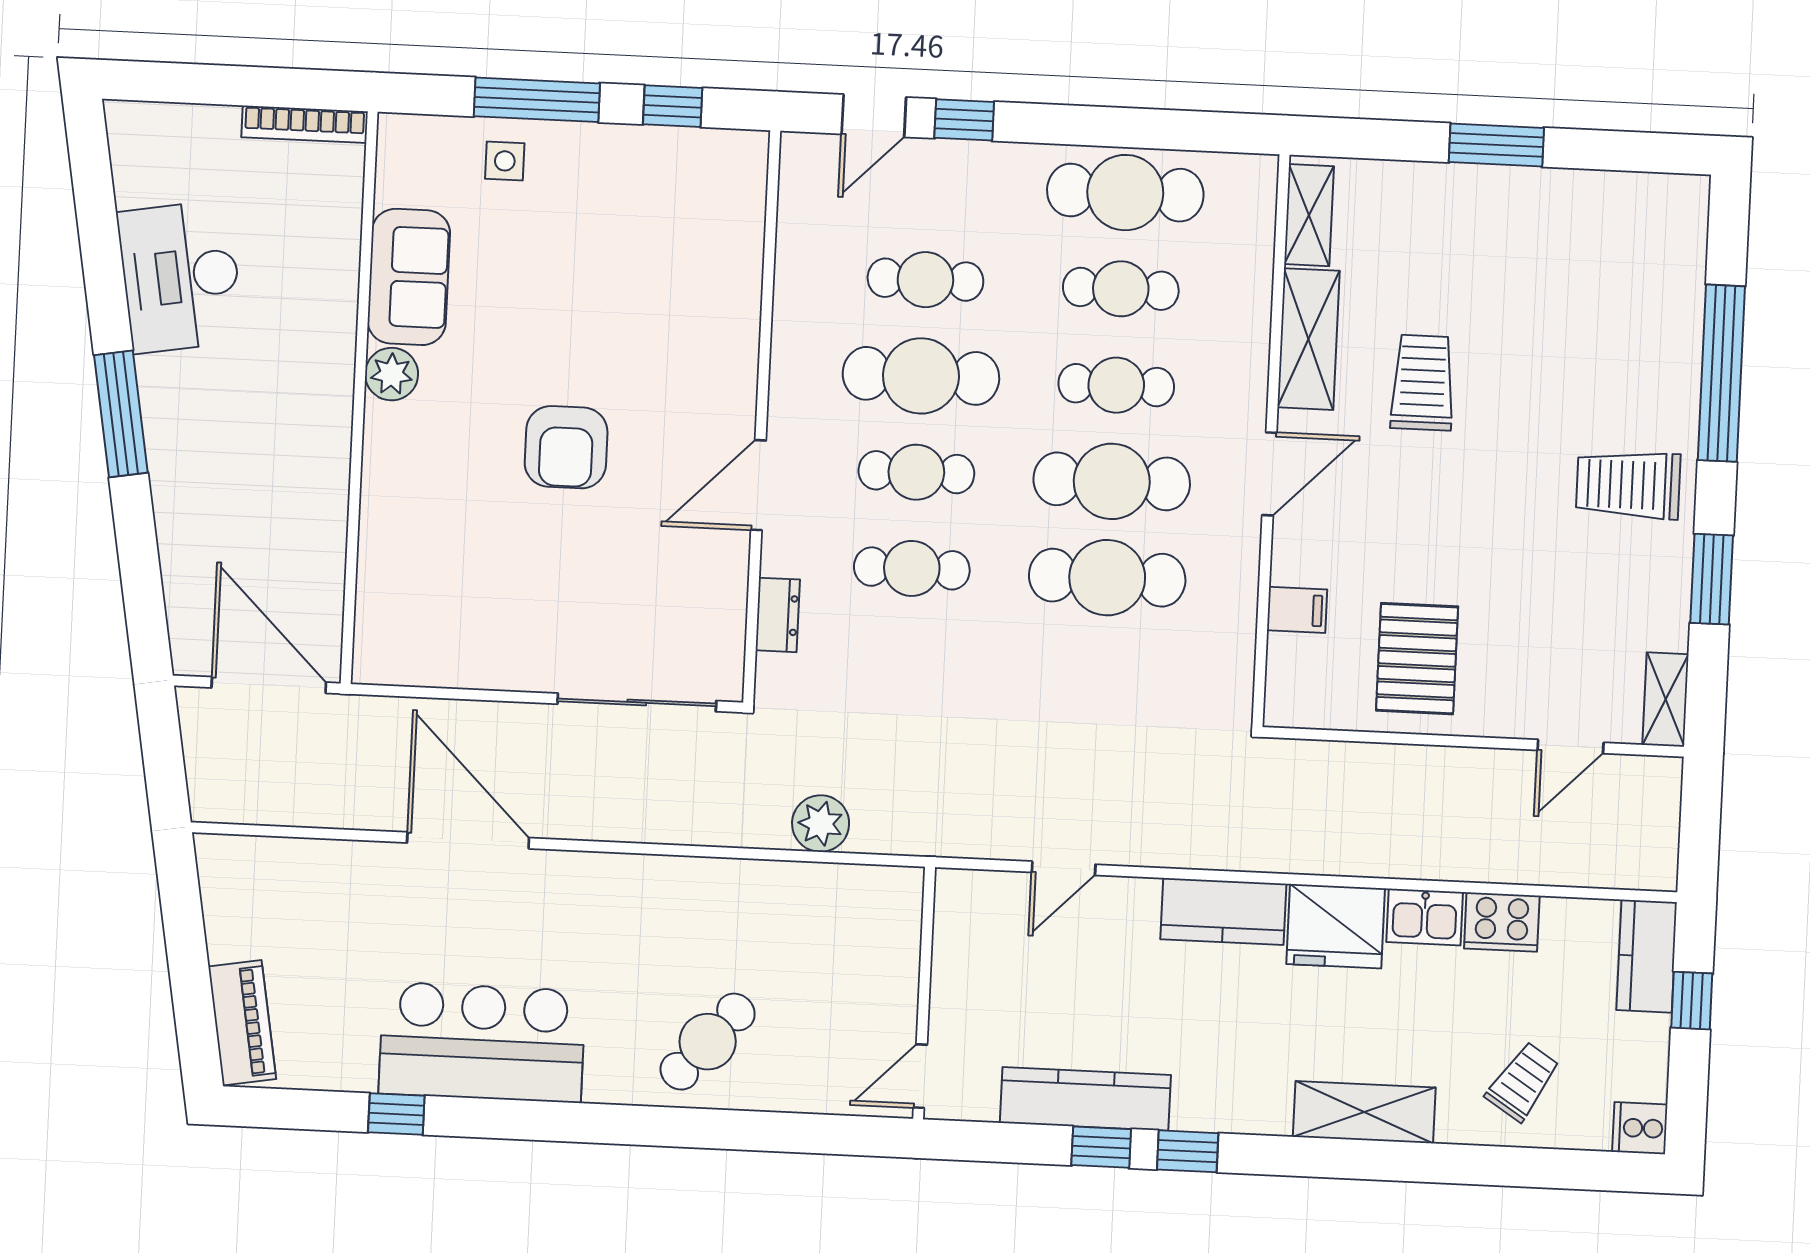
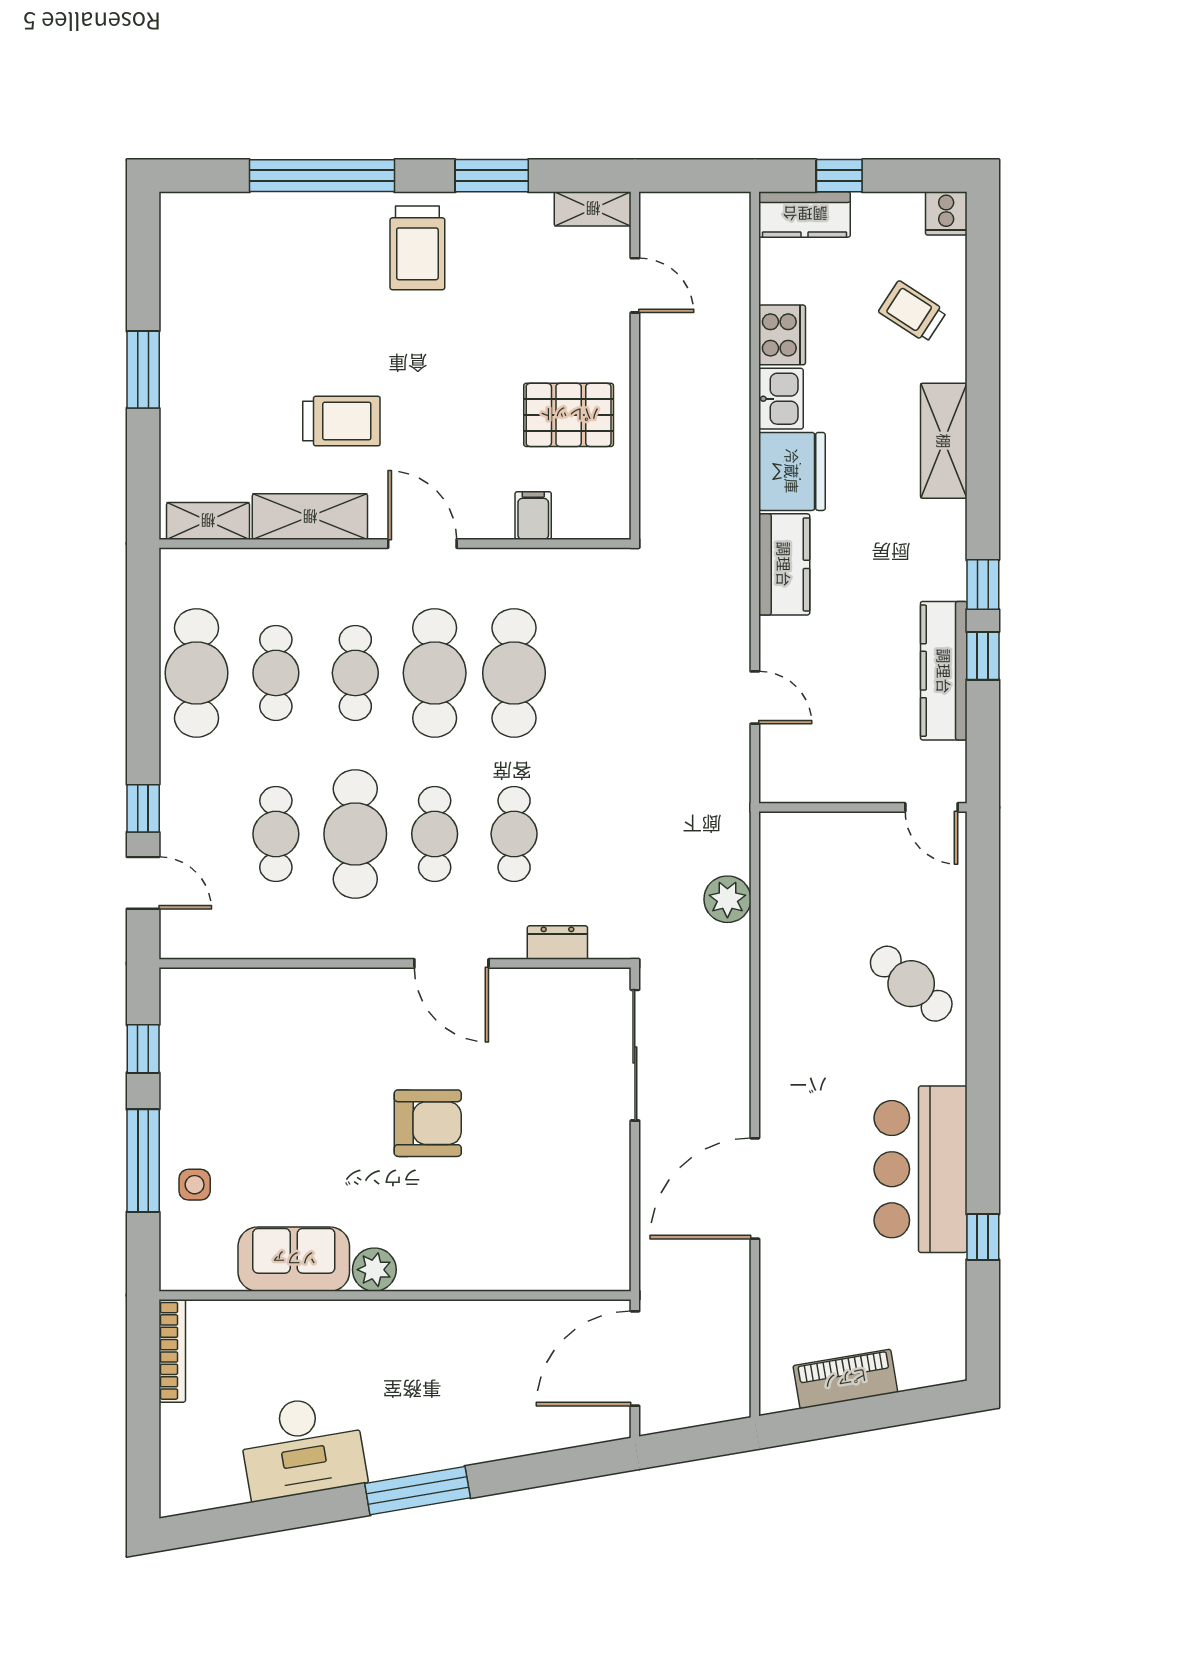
trolley: (1423, 383) -> (341, 421), turned 180
piano: (242, 1023) -> (845, 1379), moved

